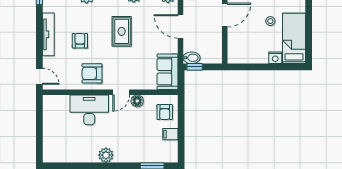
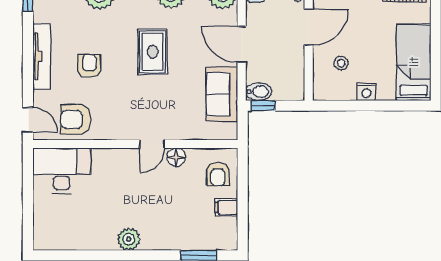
stool: (270, 21) -> (341, 63), moved
nightstand: (275, 58) -> (366, 92), moved
sofa: (167, 72) -> (222, 94), moved
armchair: (92, 73) -> (76, 119), moved
desk: (89, 110) -> (62, 171), moved

